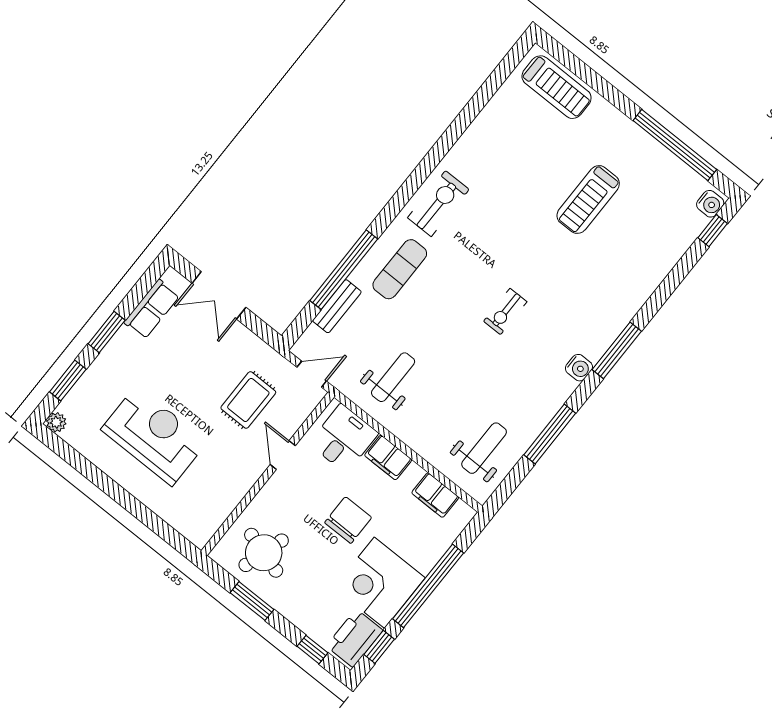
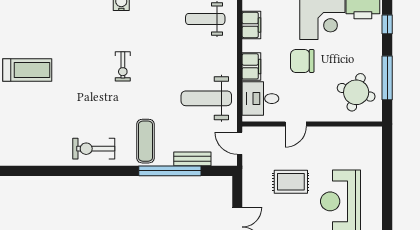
exercise mat: (400, 269) -> (145, 141), turned 90
exercise bike: (505, 311) -> (123, 66), turned 90
weight bench: (393, 377) -> (206, 98), width x1.36, depth x1.33
rug: (248, 400) -> (291, 182), moved
window: (252, 601) -> (387, 78), width x1.44

